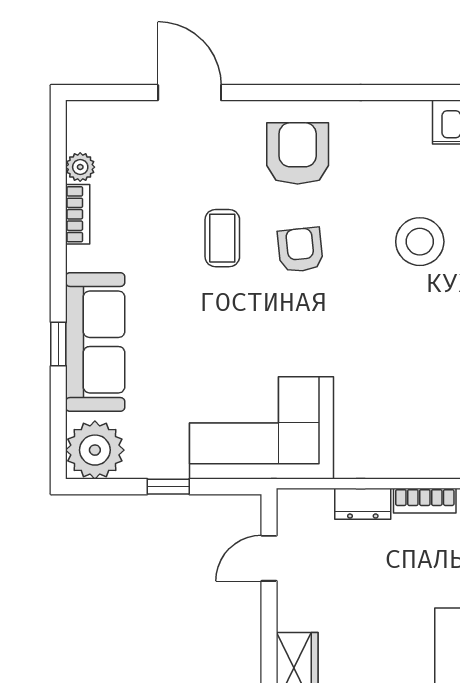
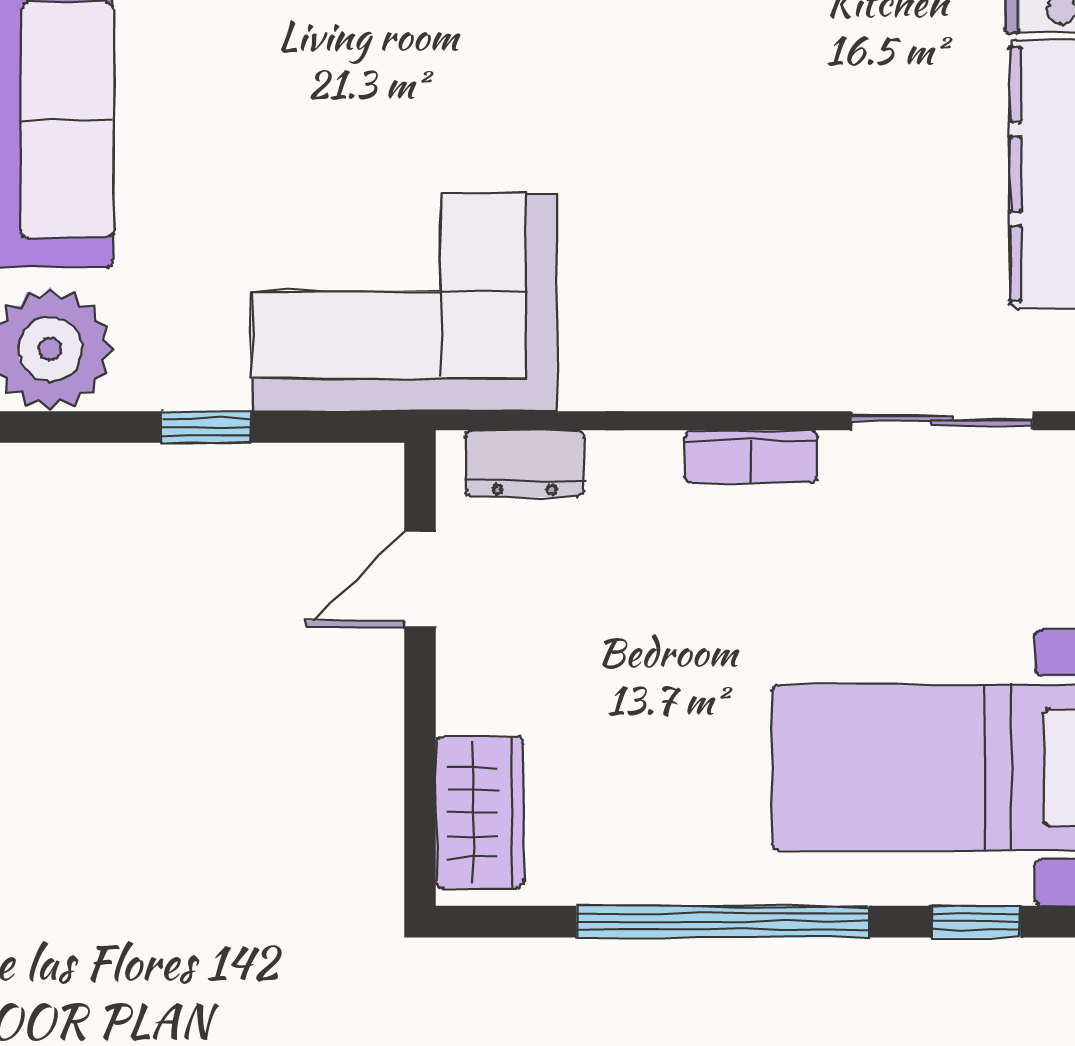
dresser: (363, 504) -> (525, 463), moved

